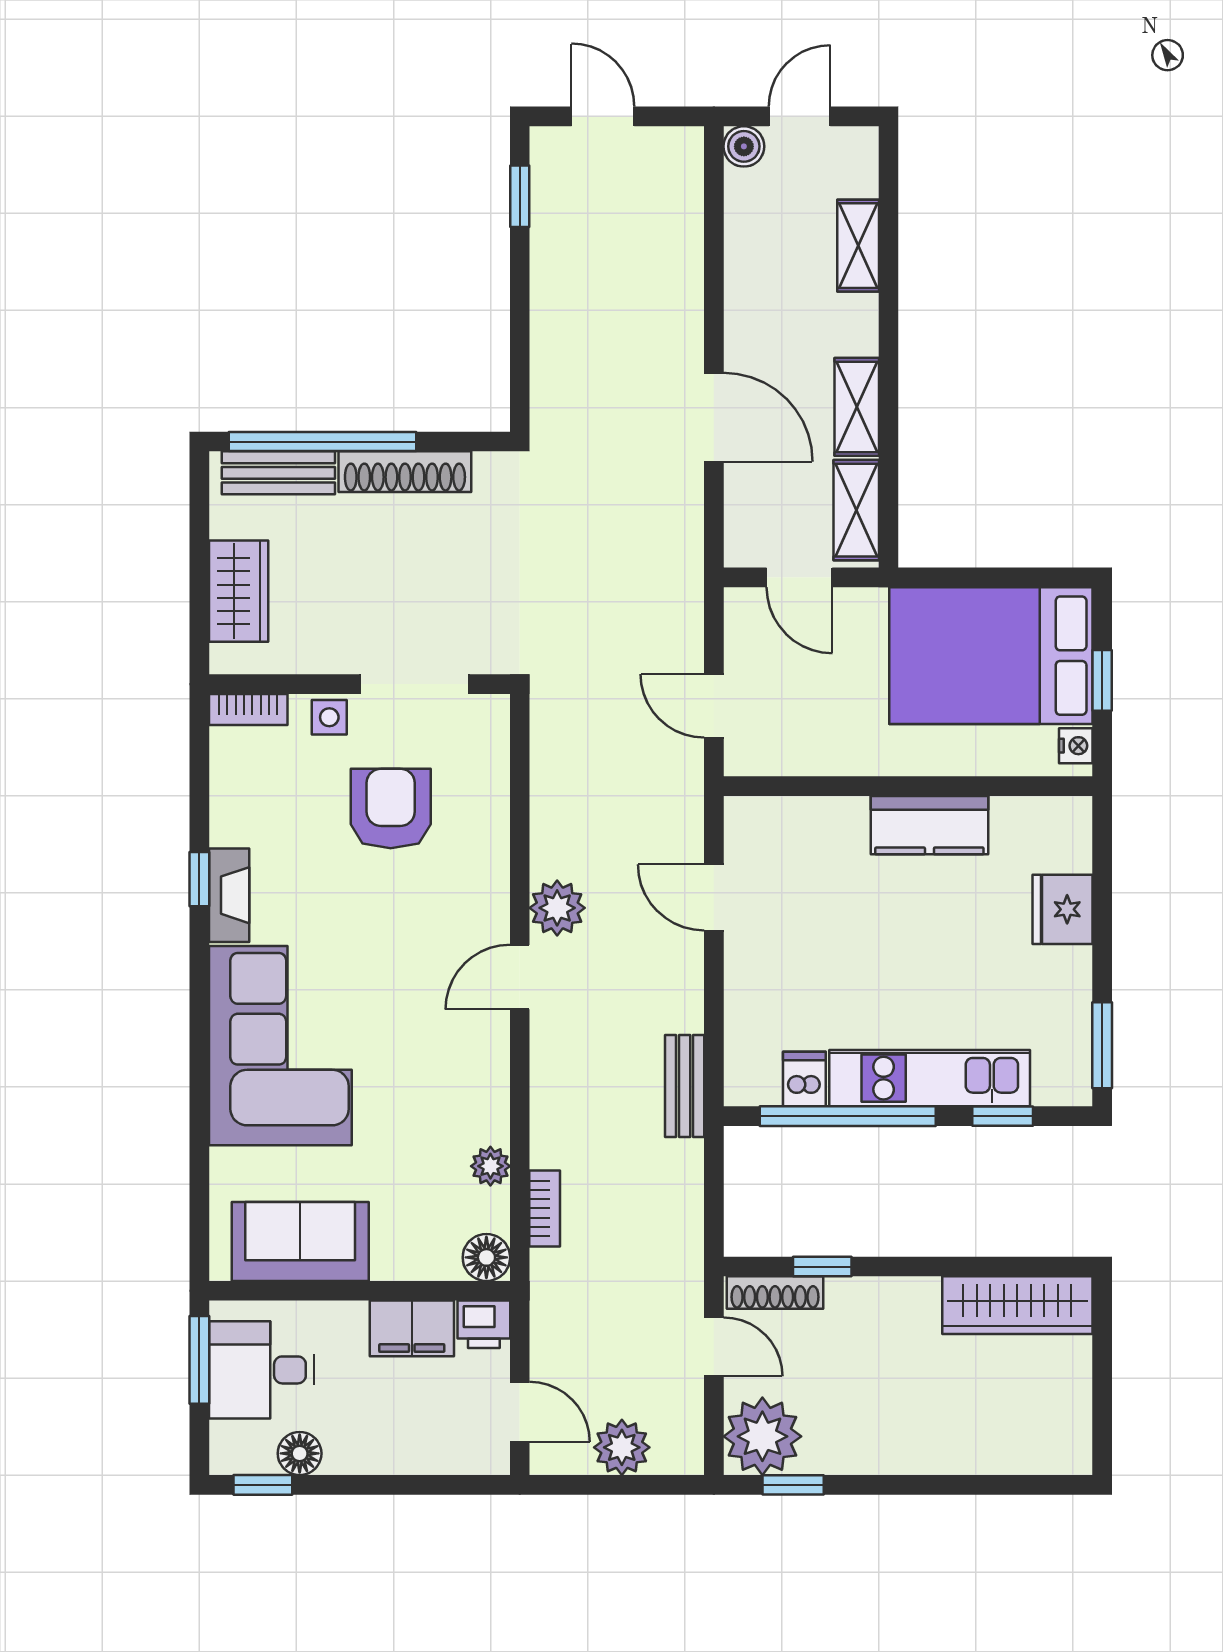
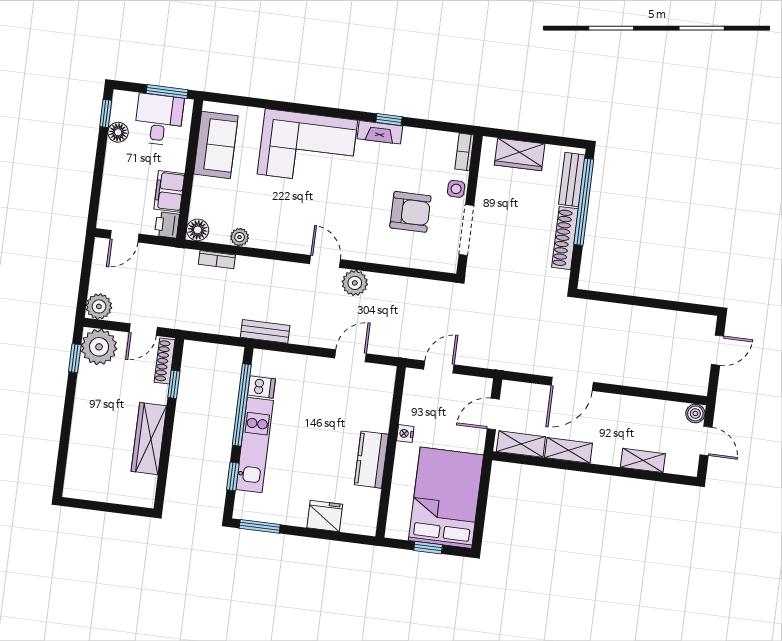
window: (520, 196) -> (685, 307), removed
nightstand: (1076, 746) -> (405, 434), moved, turned 90
wardrobe: (1017, 1305) -> (149, 439), moved
plant: (622, 1447) -> (99, 306), moved

